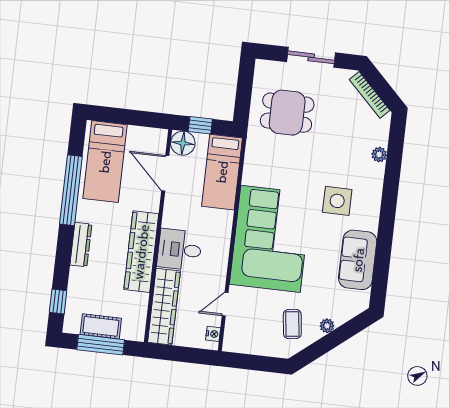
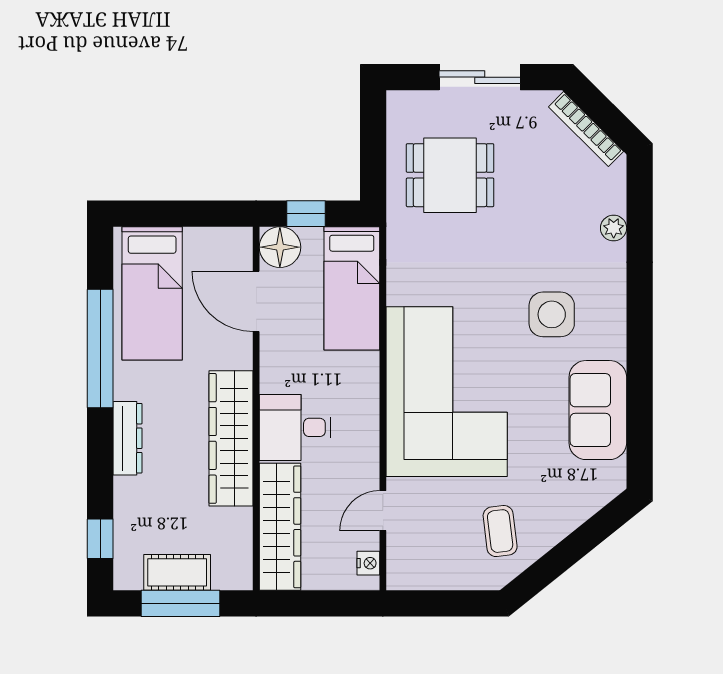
plant: (327, 326) -> (559, 527), removed

